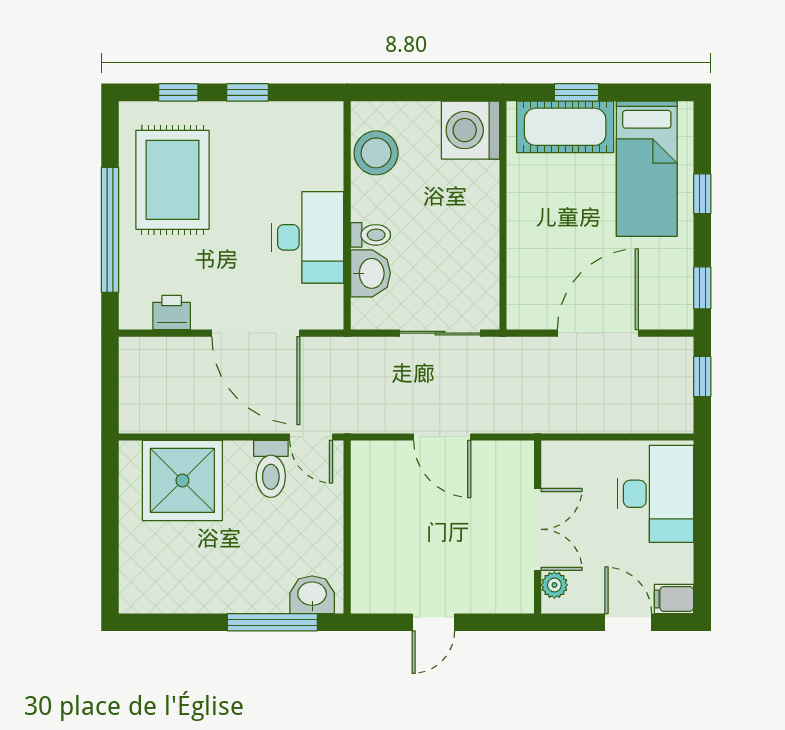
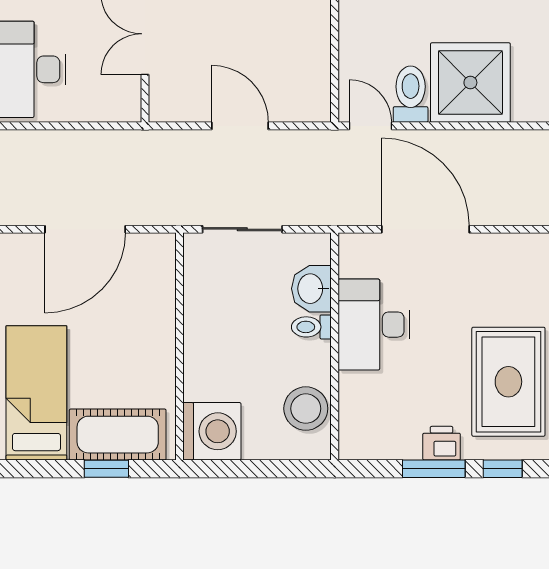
window: (248, 92) -> (434, 469), width x1.50
printer: (172, 313) -> (442, 443), moved, turned 180
shower: (182, 480) -> (470, 83), moved

